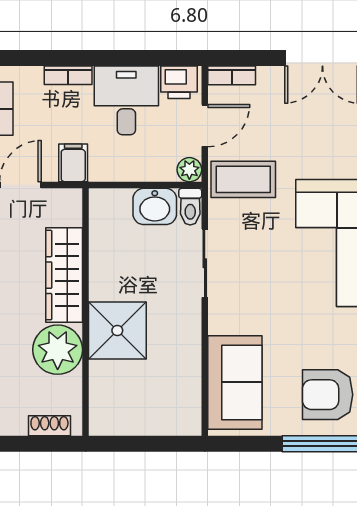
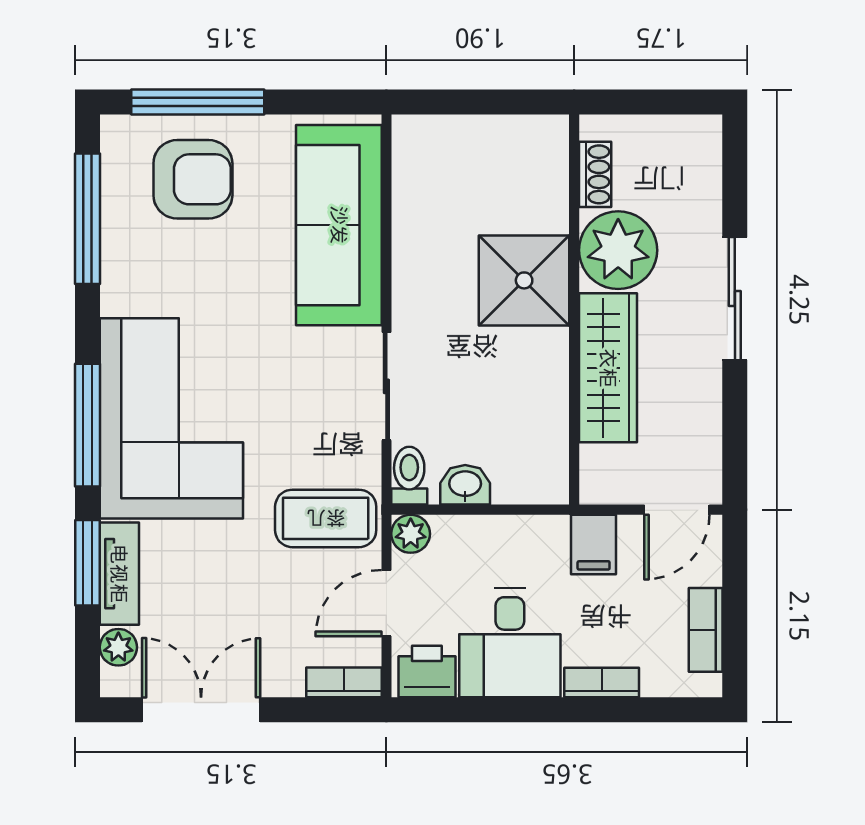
washbasin: (155, 206) -> (465, 485), width x0.72, depth x0.69
sofa: (235, 382) -> (339, 225), width x1.36
shoe rack: (49, 426) -> (595, 174), moved, turned -90

